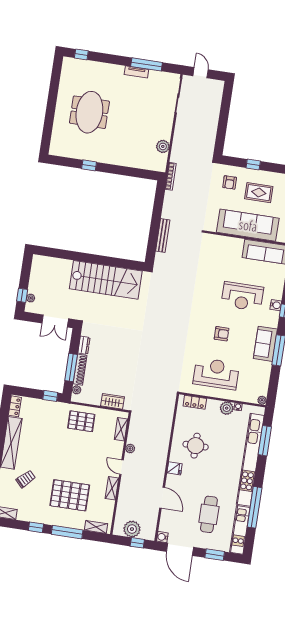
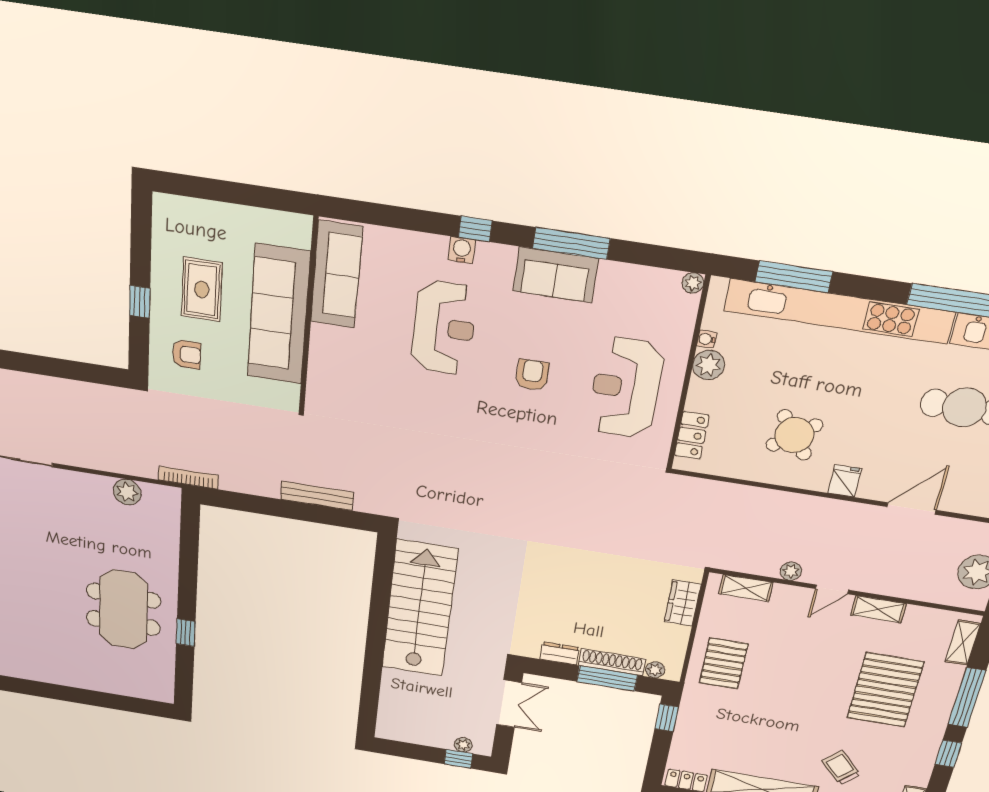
meeting table: (89, 112) -> (123, 609), moved, turned 90
round table: (196, 446) -> (794, 435), turned -37

